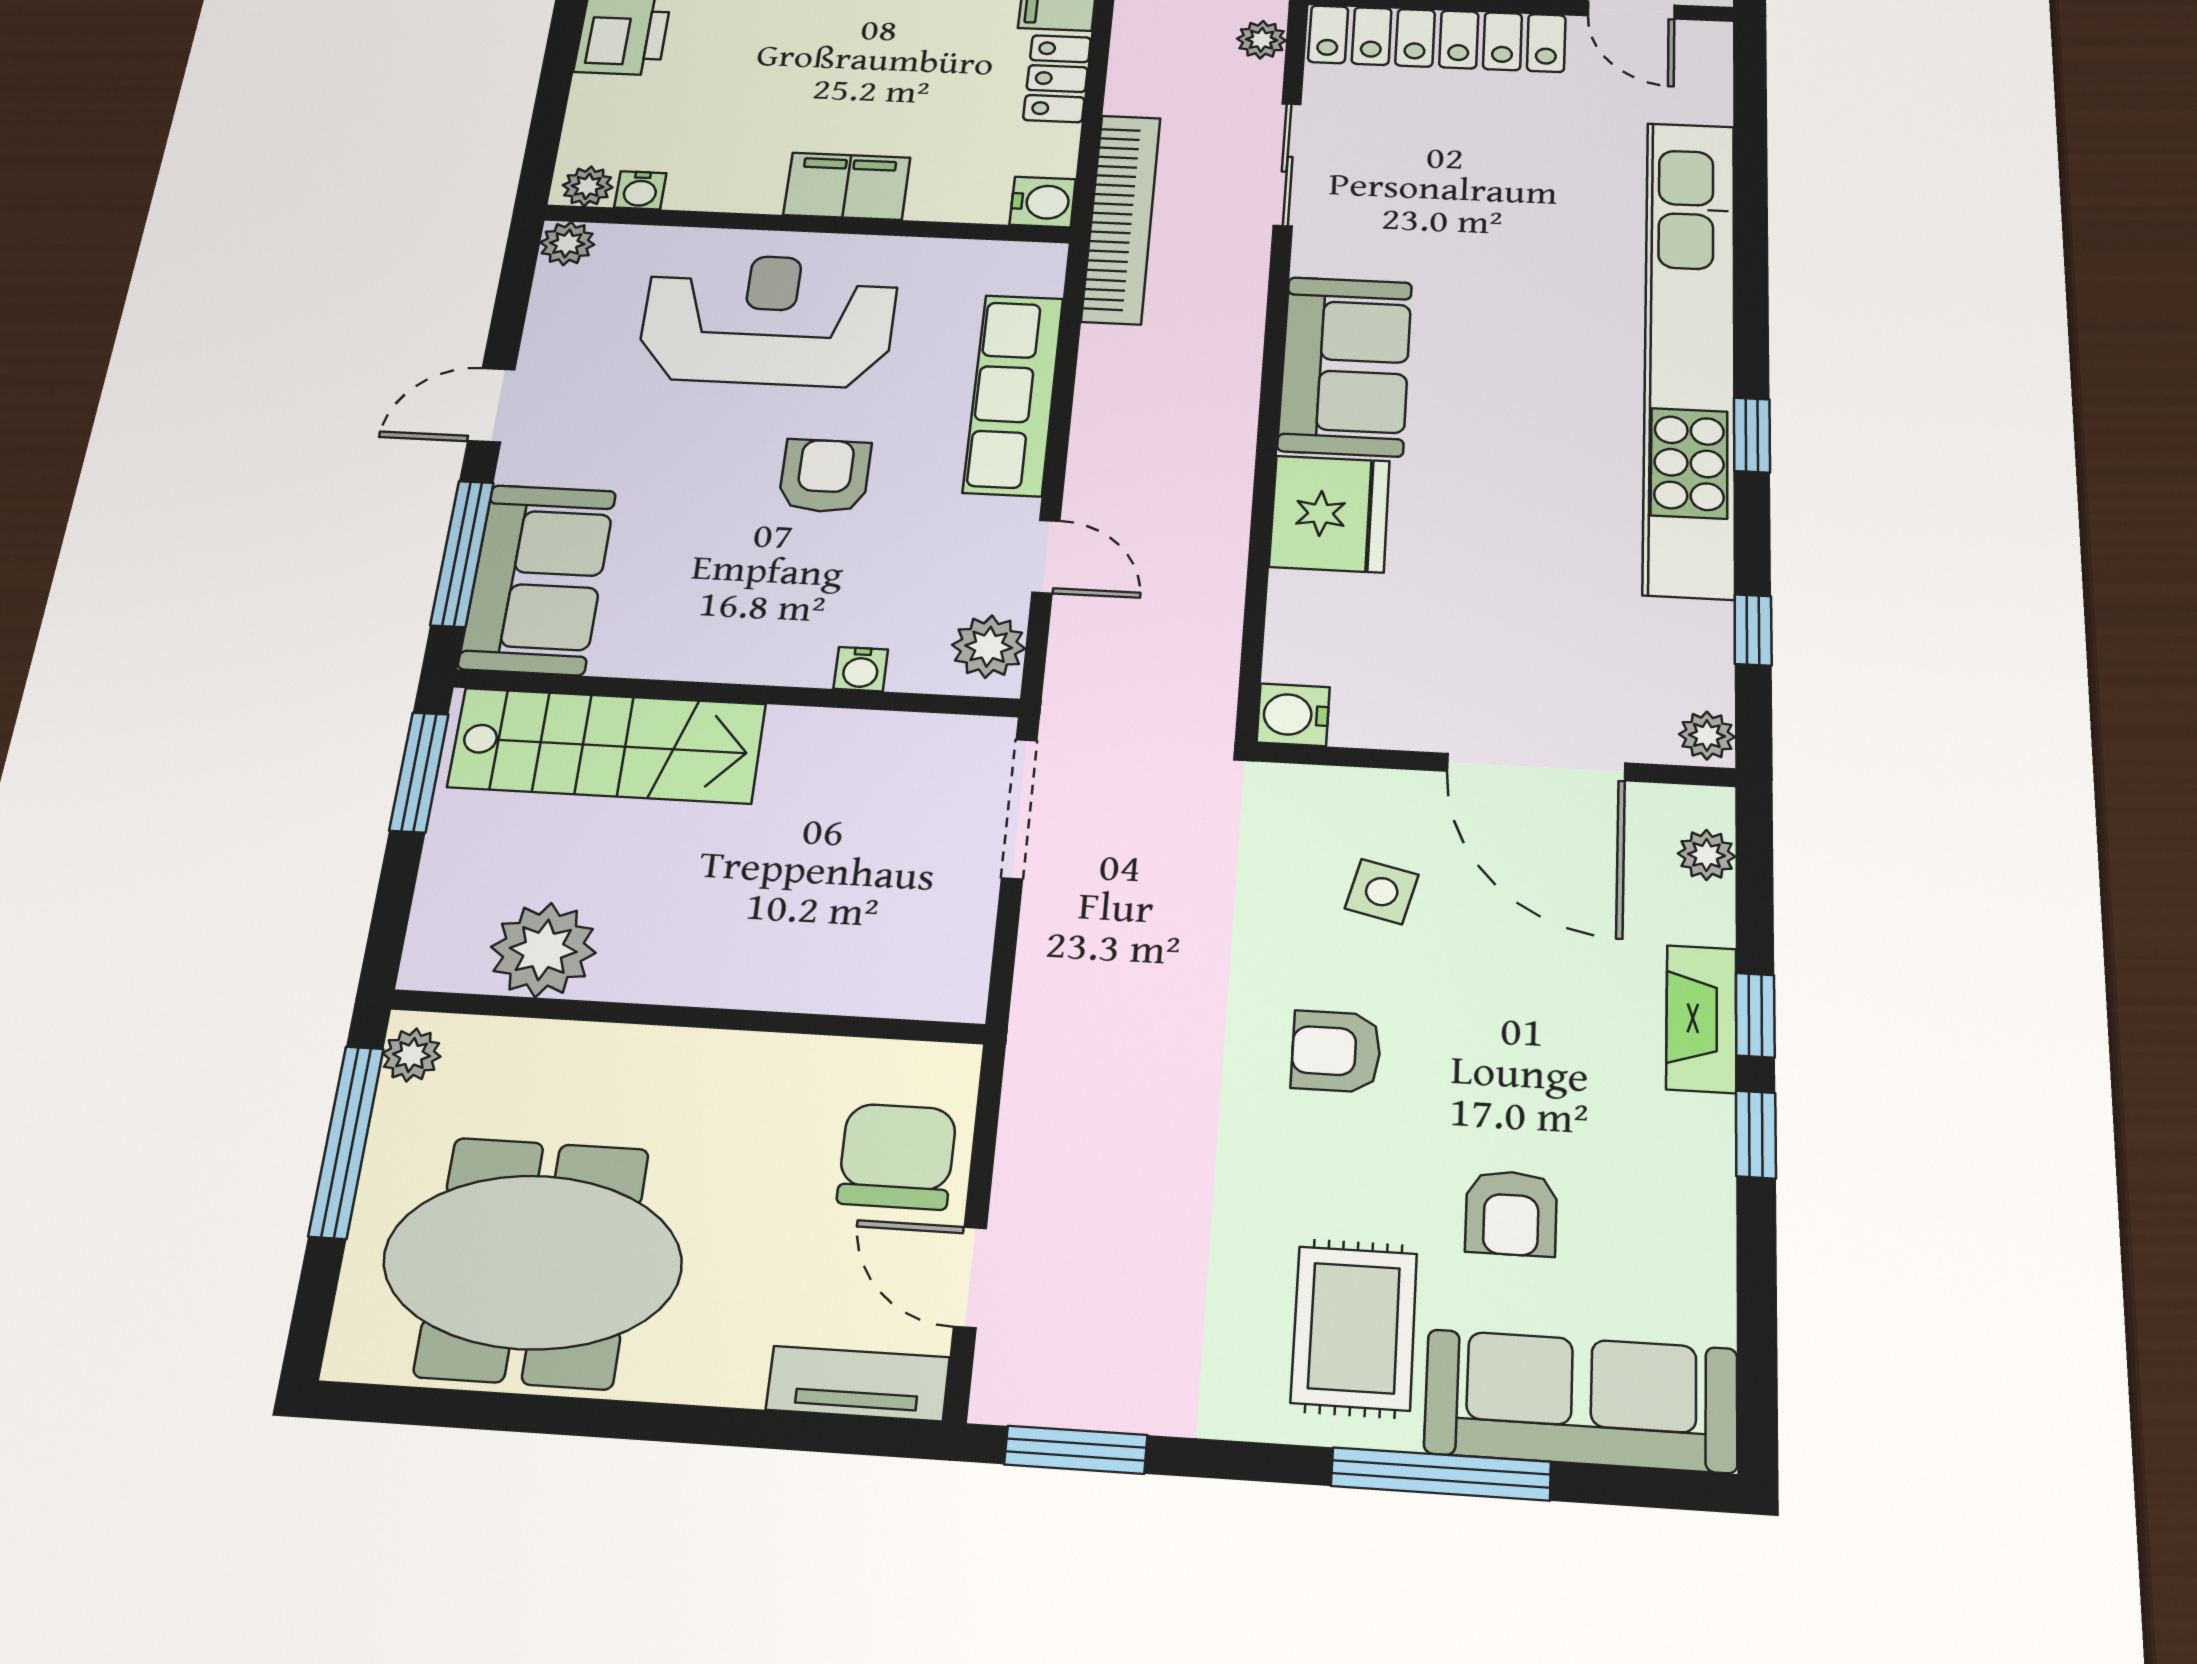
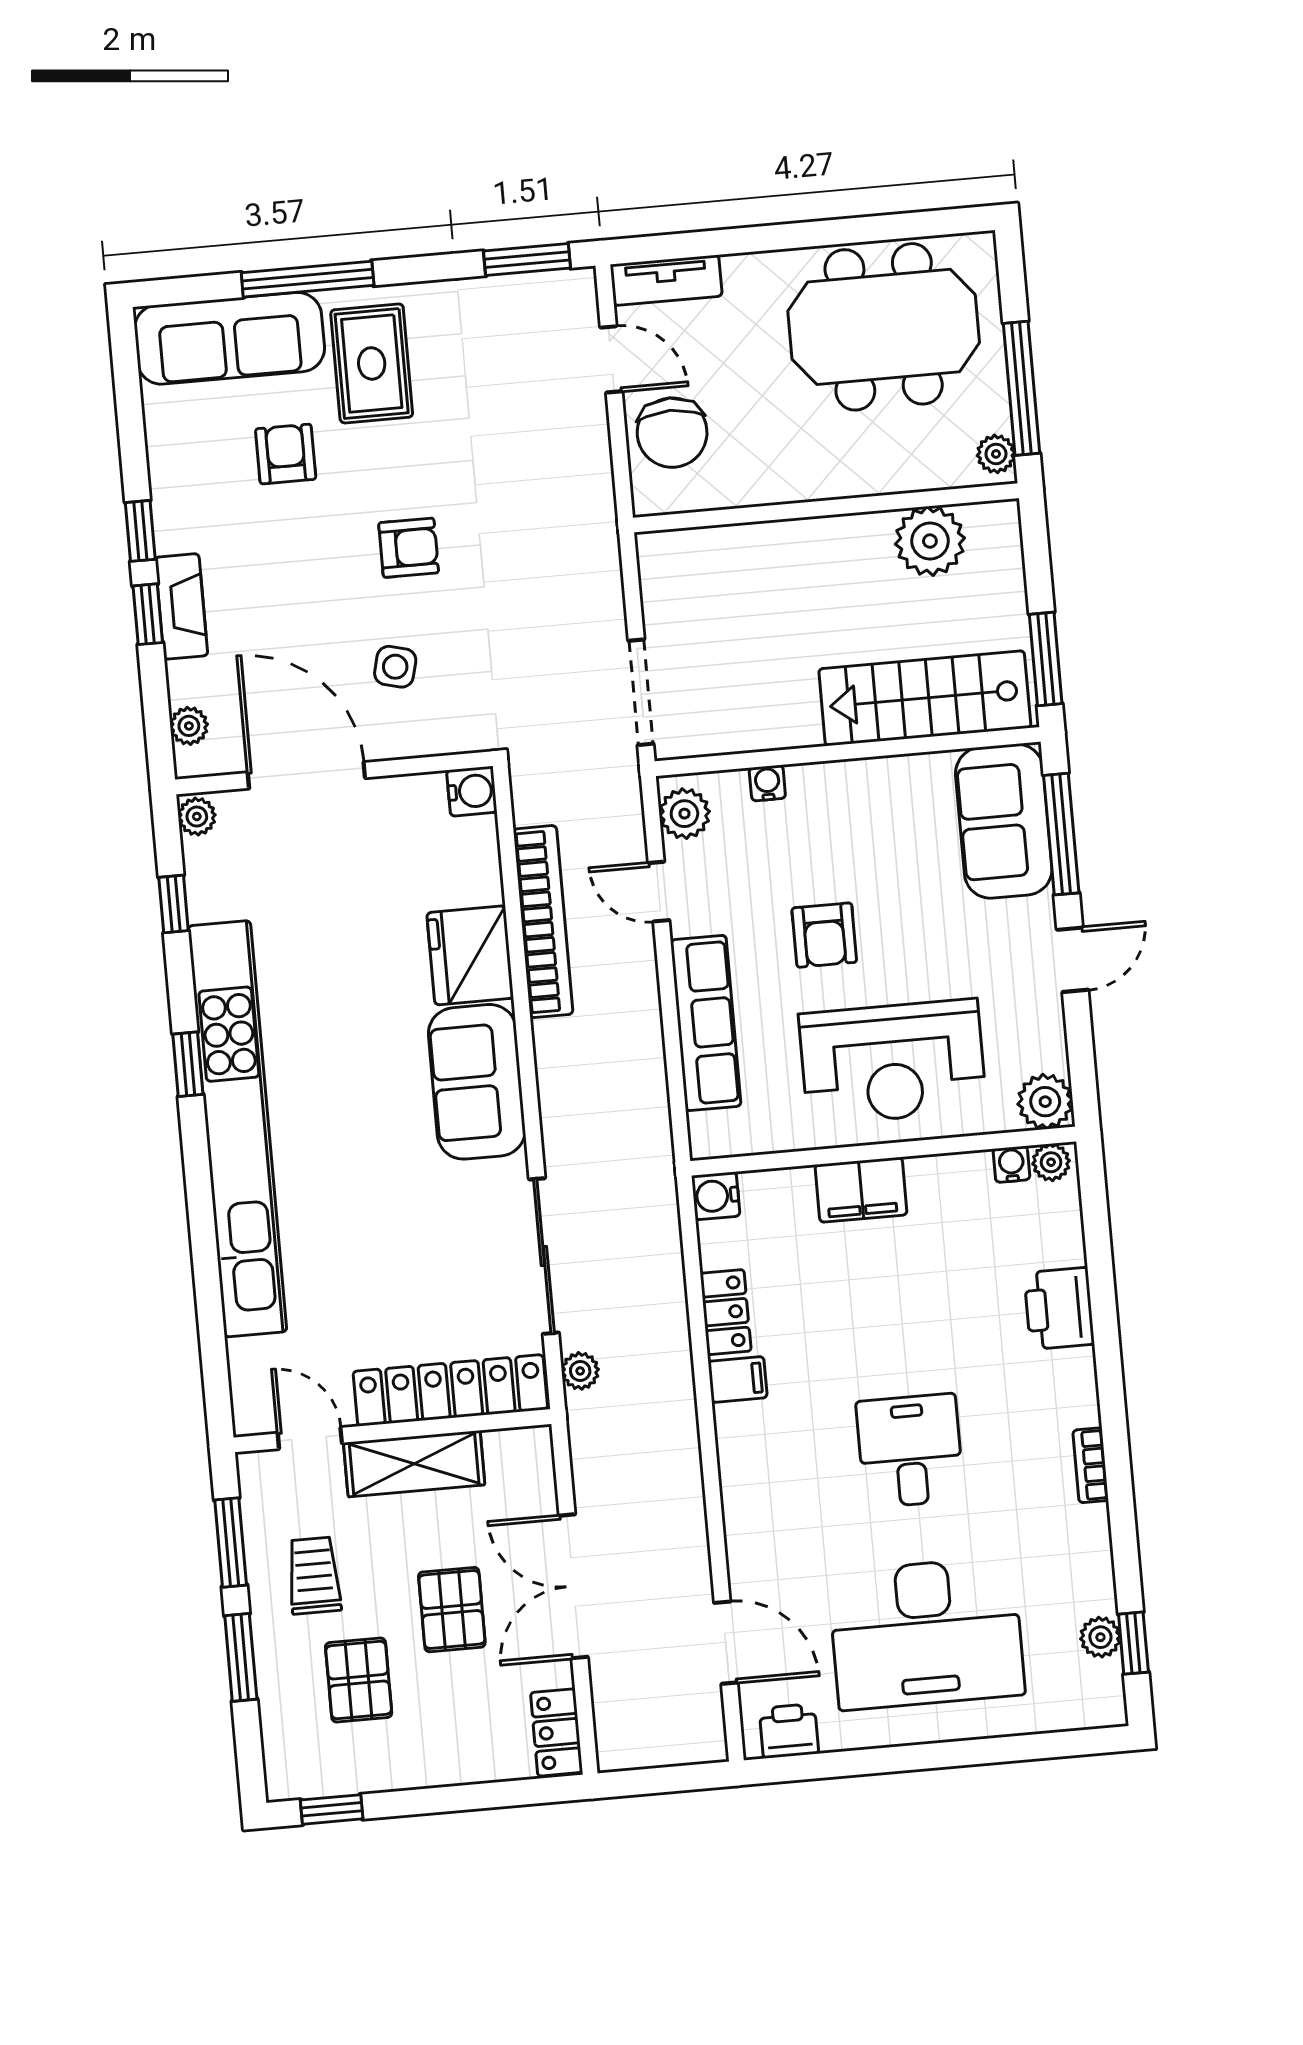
sliding door: (1287, 164) -> (544, 1256), width x1.37
bookcase: (1121, 219) -> (543, 922), moved, turned 180
plant: (567, 243) -> (1045, 1102), width x1.38, depth x1.38

